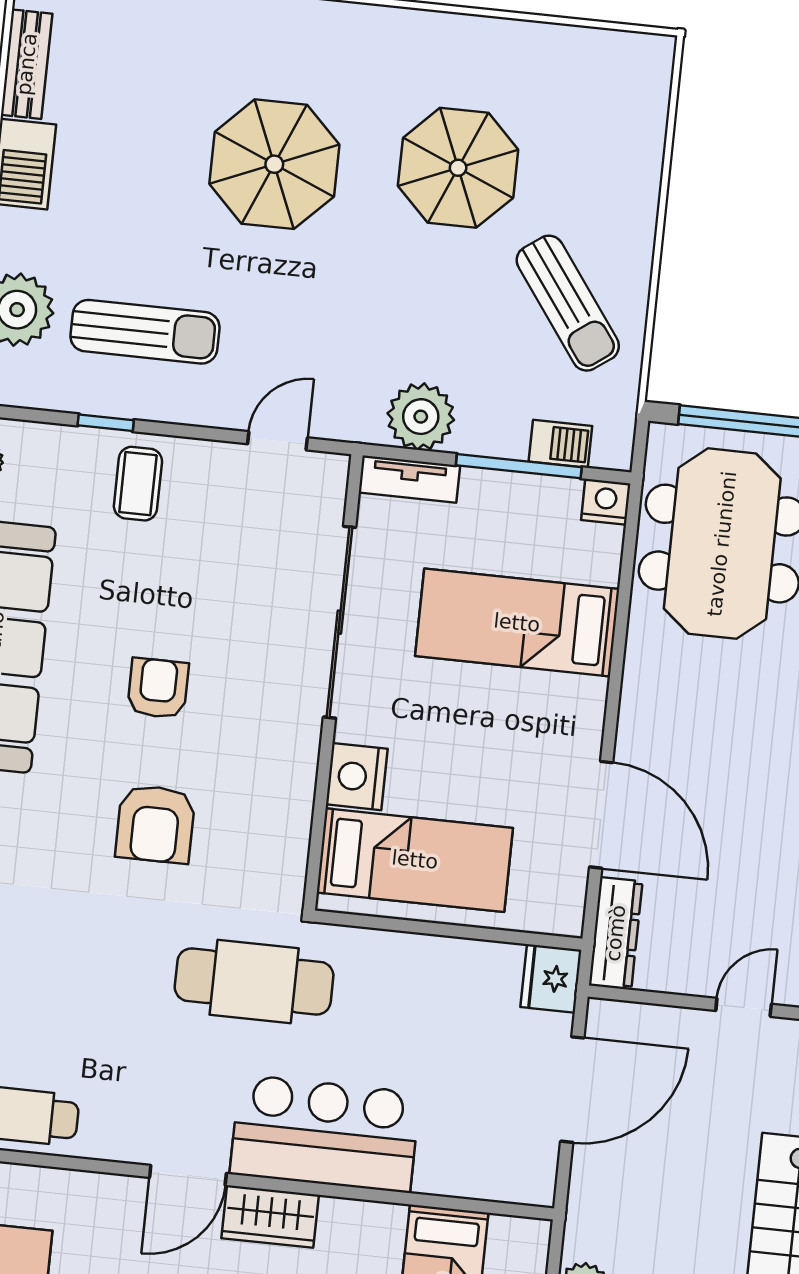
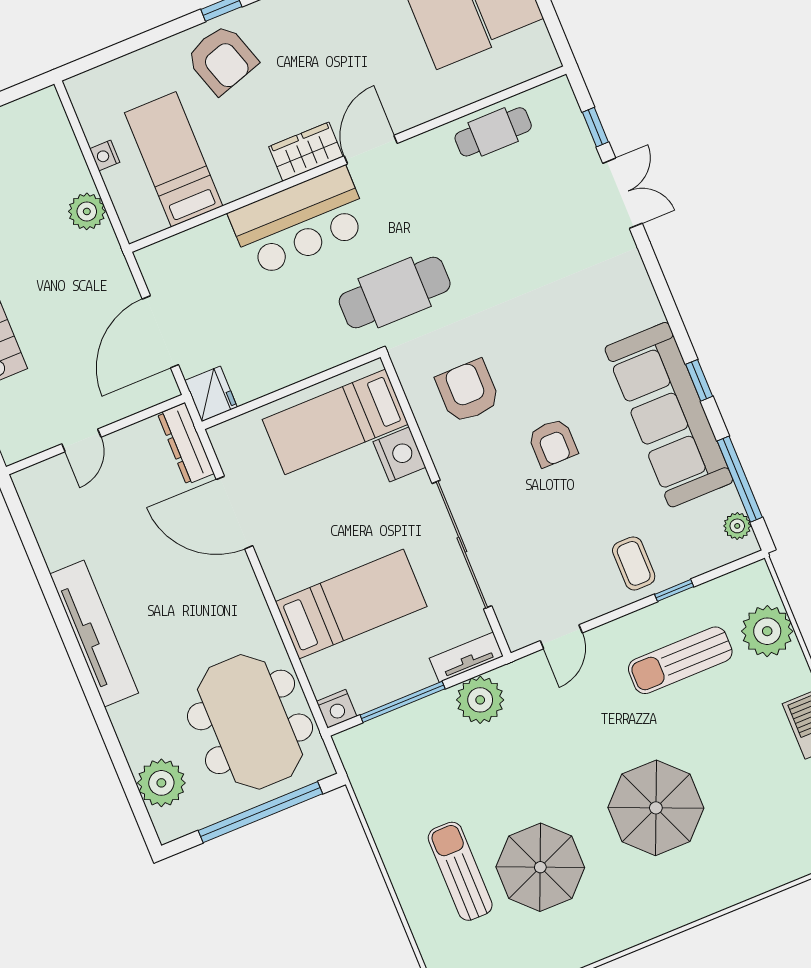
sun lounger: (568, 303) -> (460, 871), moved, turned 36
barbecue: (560, 444) -> (384, 730), removed
armchair: (155, 824) -> (468, 391), moved

